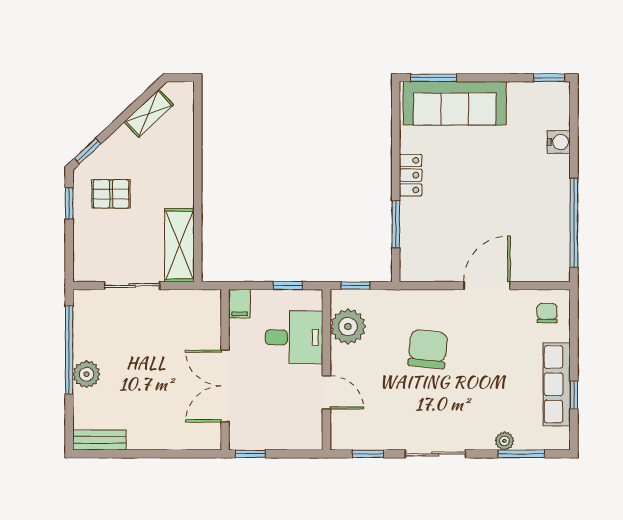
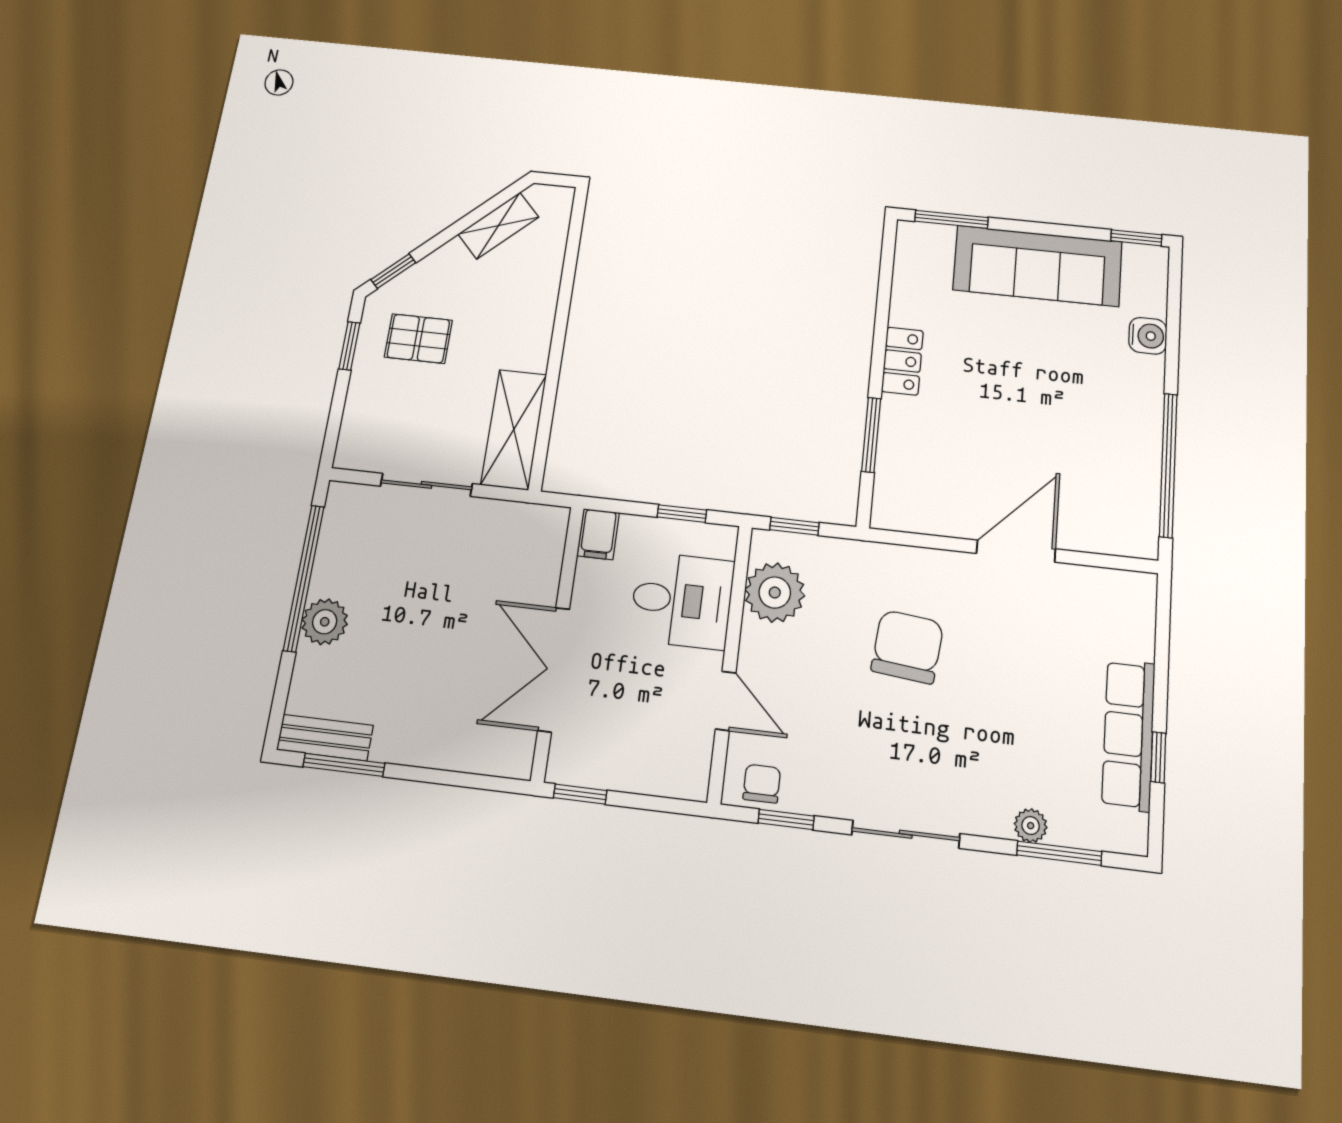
sofa: (455, 103) -> (1038, 266), moved
chair: (547, 313) -> (762, 784), moved
window: (113, 454) -> (344, 765), added

